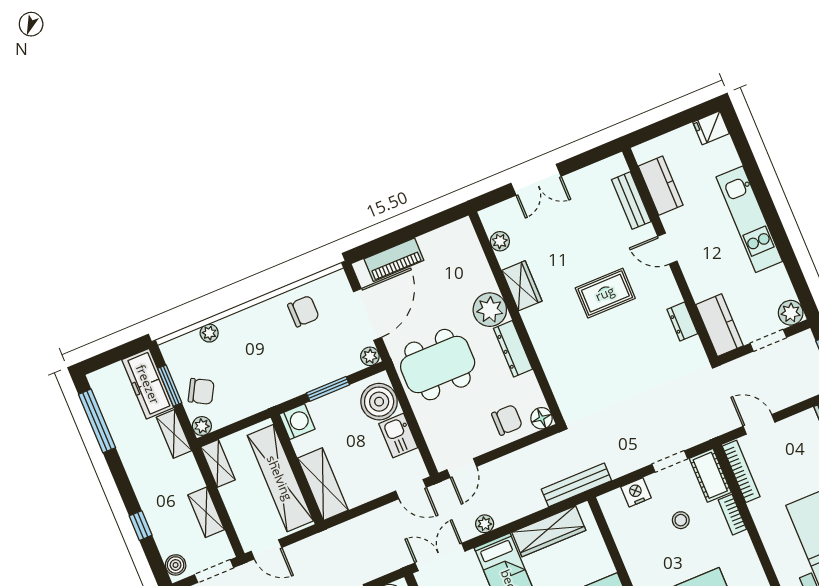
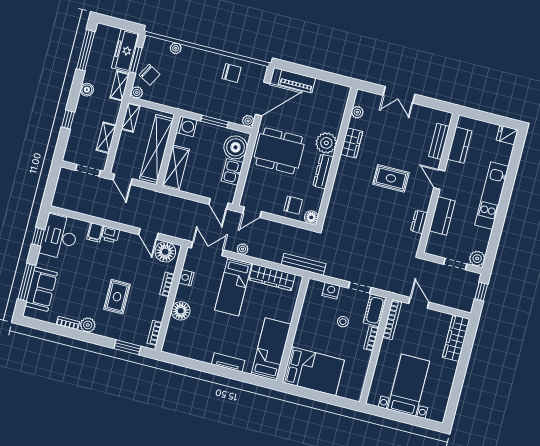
kitchen counter: (720, 325) -> (442, 216), moved
boiler: (176, 565) -> (87, 90), moved

